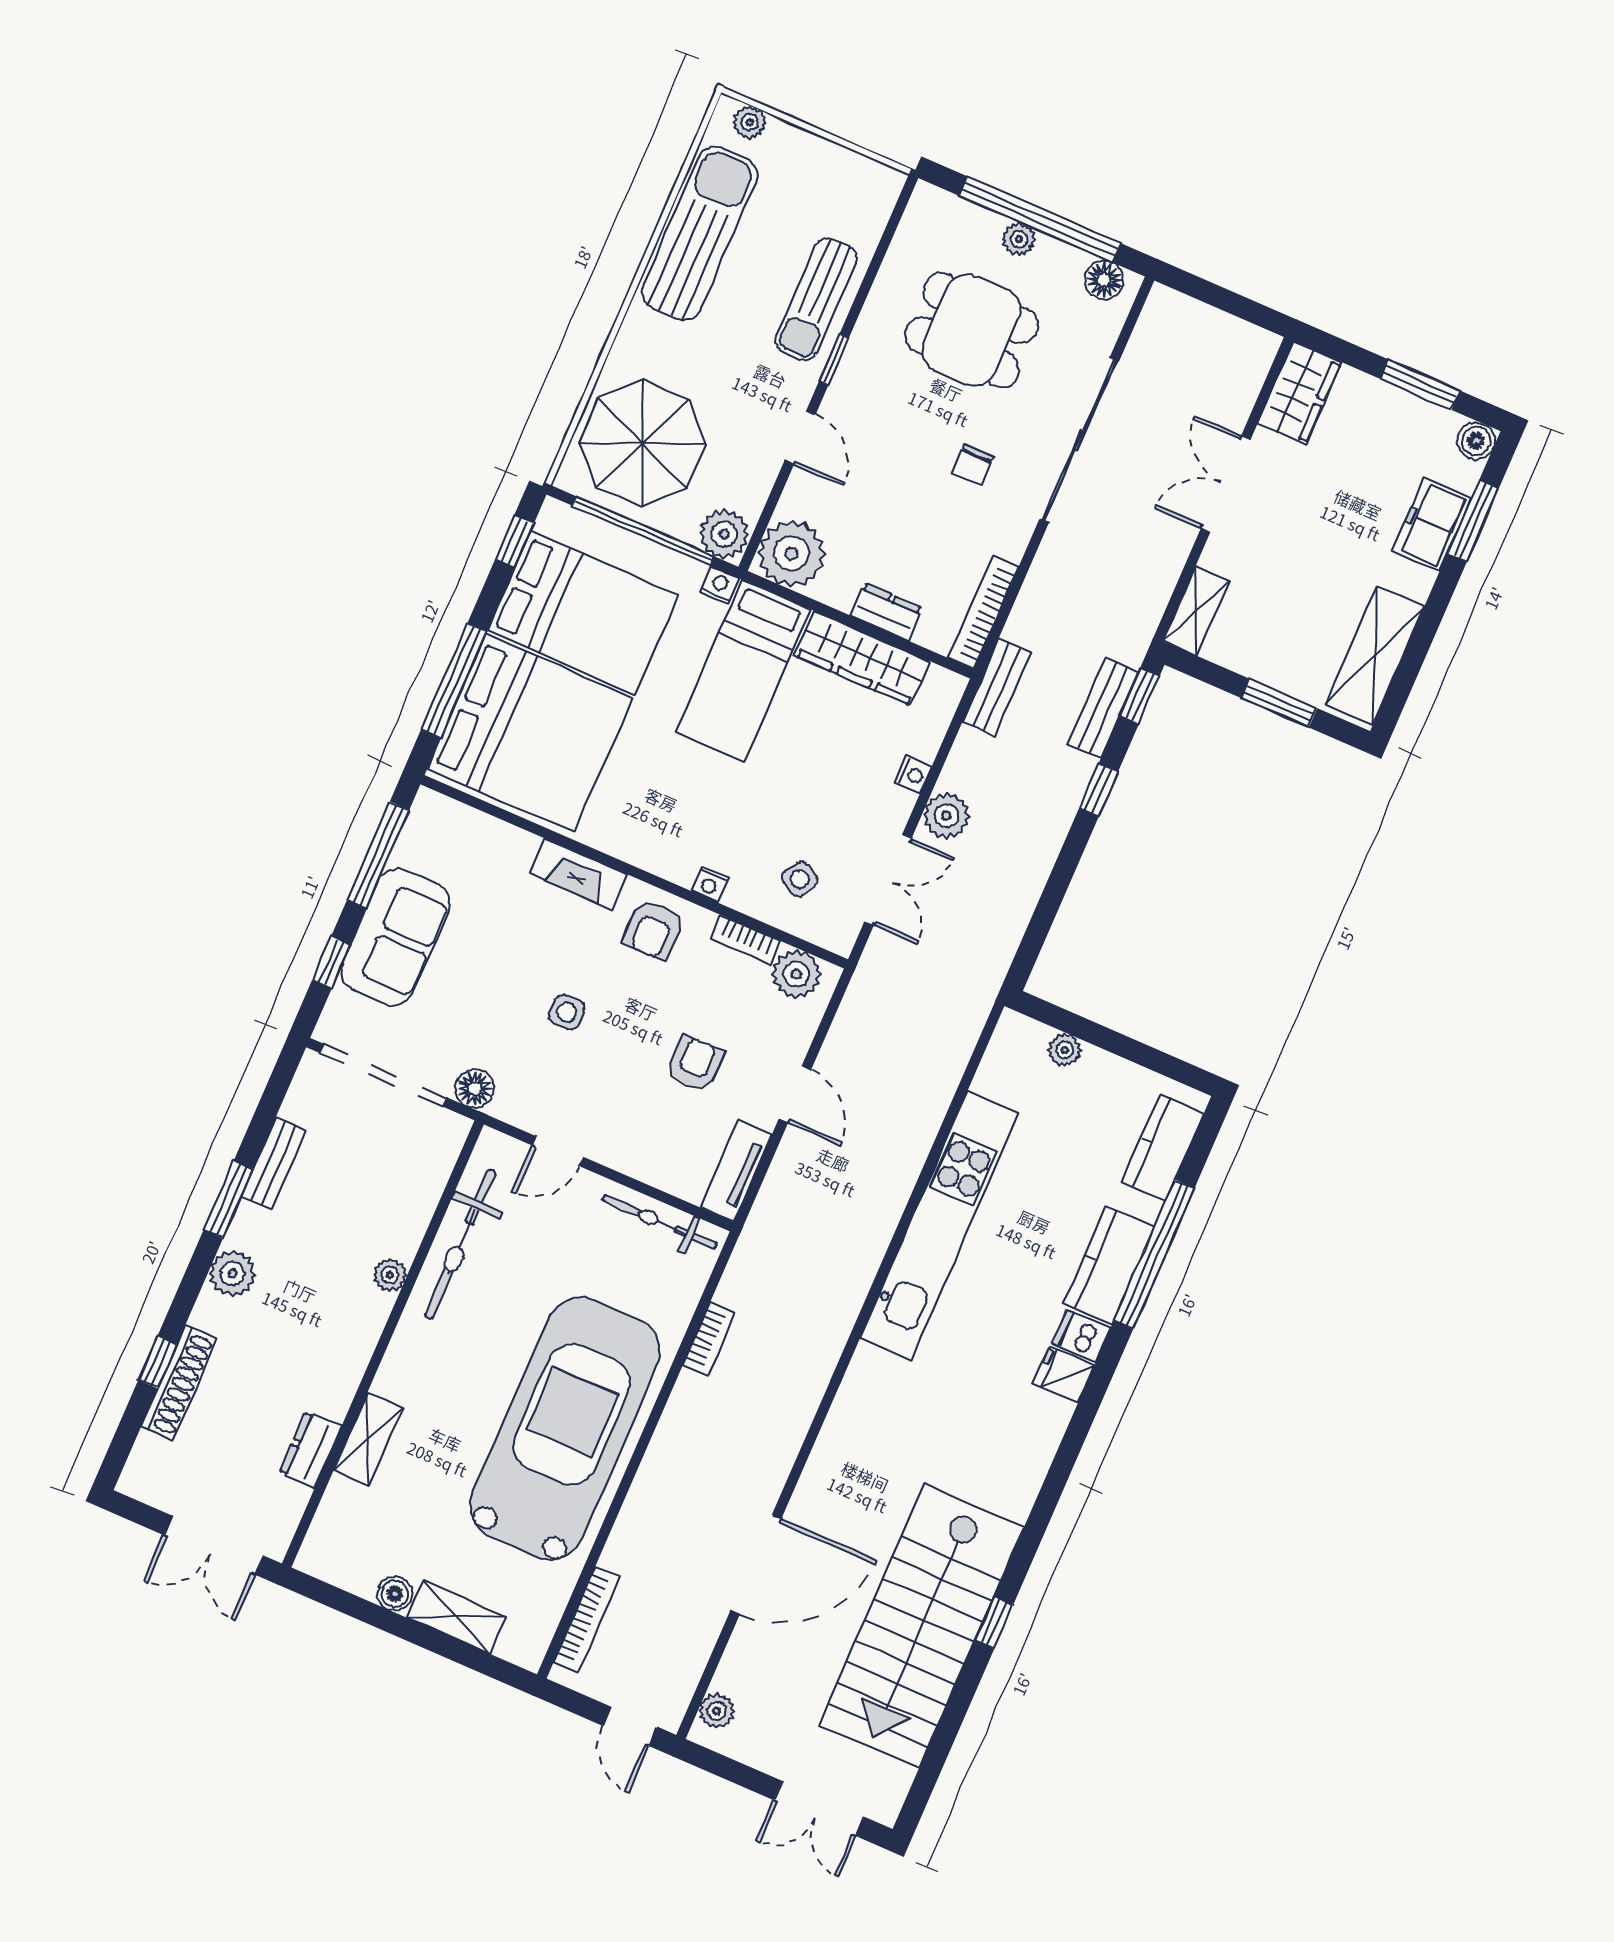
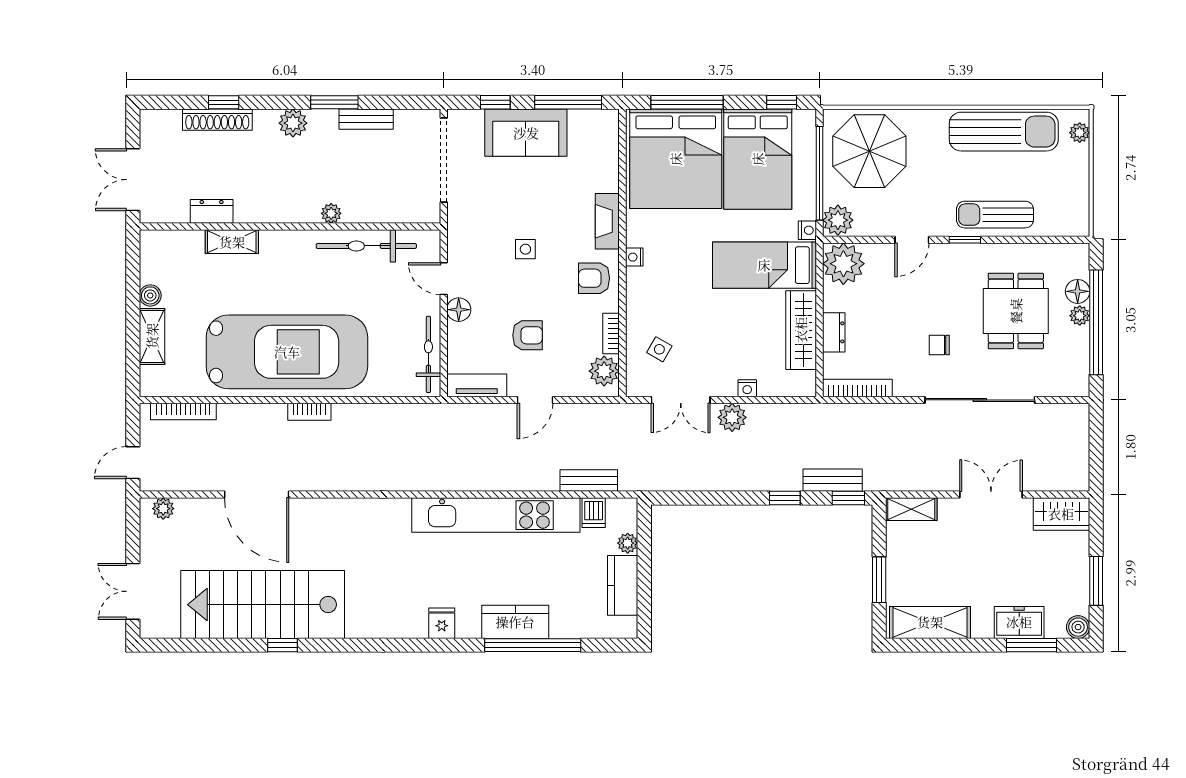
floor lamp: (1104, 280) -> (1078, 291), moved
bench: (997, 687) -> (589, 481), moved
nightstand: (710, 884) -> (634, 257), moved
floor lamp: (475, 1089) -> (459, 310), moved
kitchen counter: (1163, 1148) -> (623, 585), moved, turned -90
dishwasher: (1081, 1336) -> (594, 513), moved, turned 180
bookcase: (709, 1339) -> (309, 412), moved

